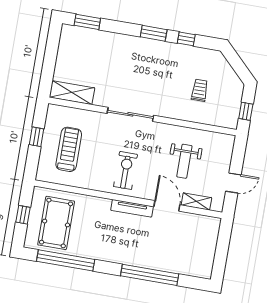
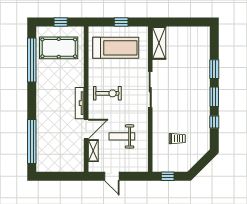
window: (87, 22) -> (214, 69), moved
treadmill: (69, 149) -> (116, 48), width x1.37, depth x1.38
window: (150, 275) -> (32, 142), moved

